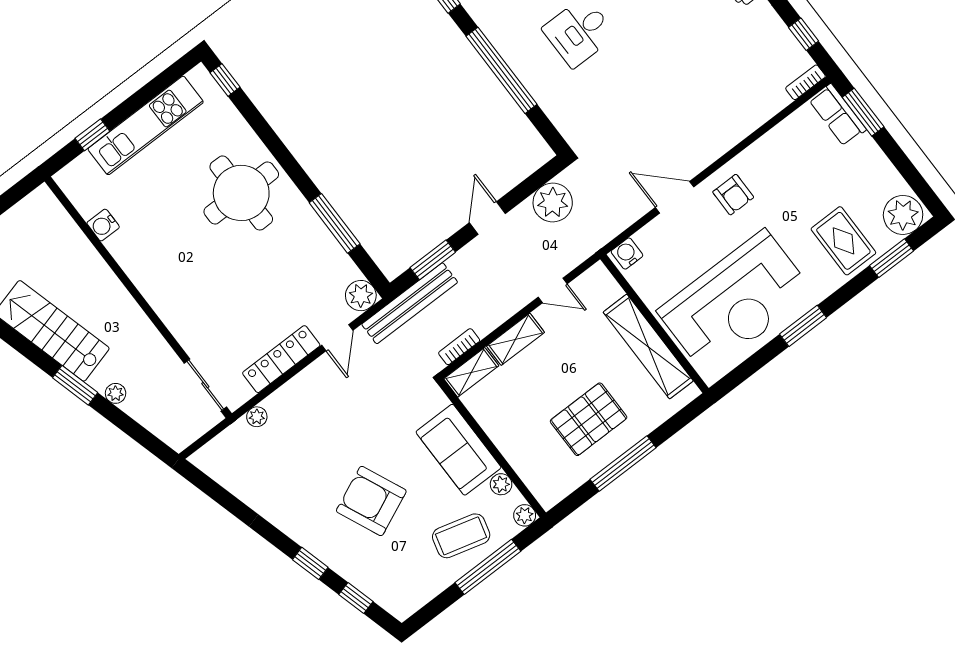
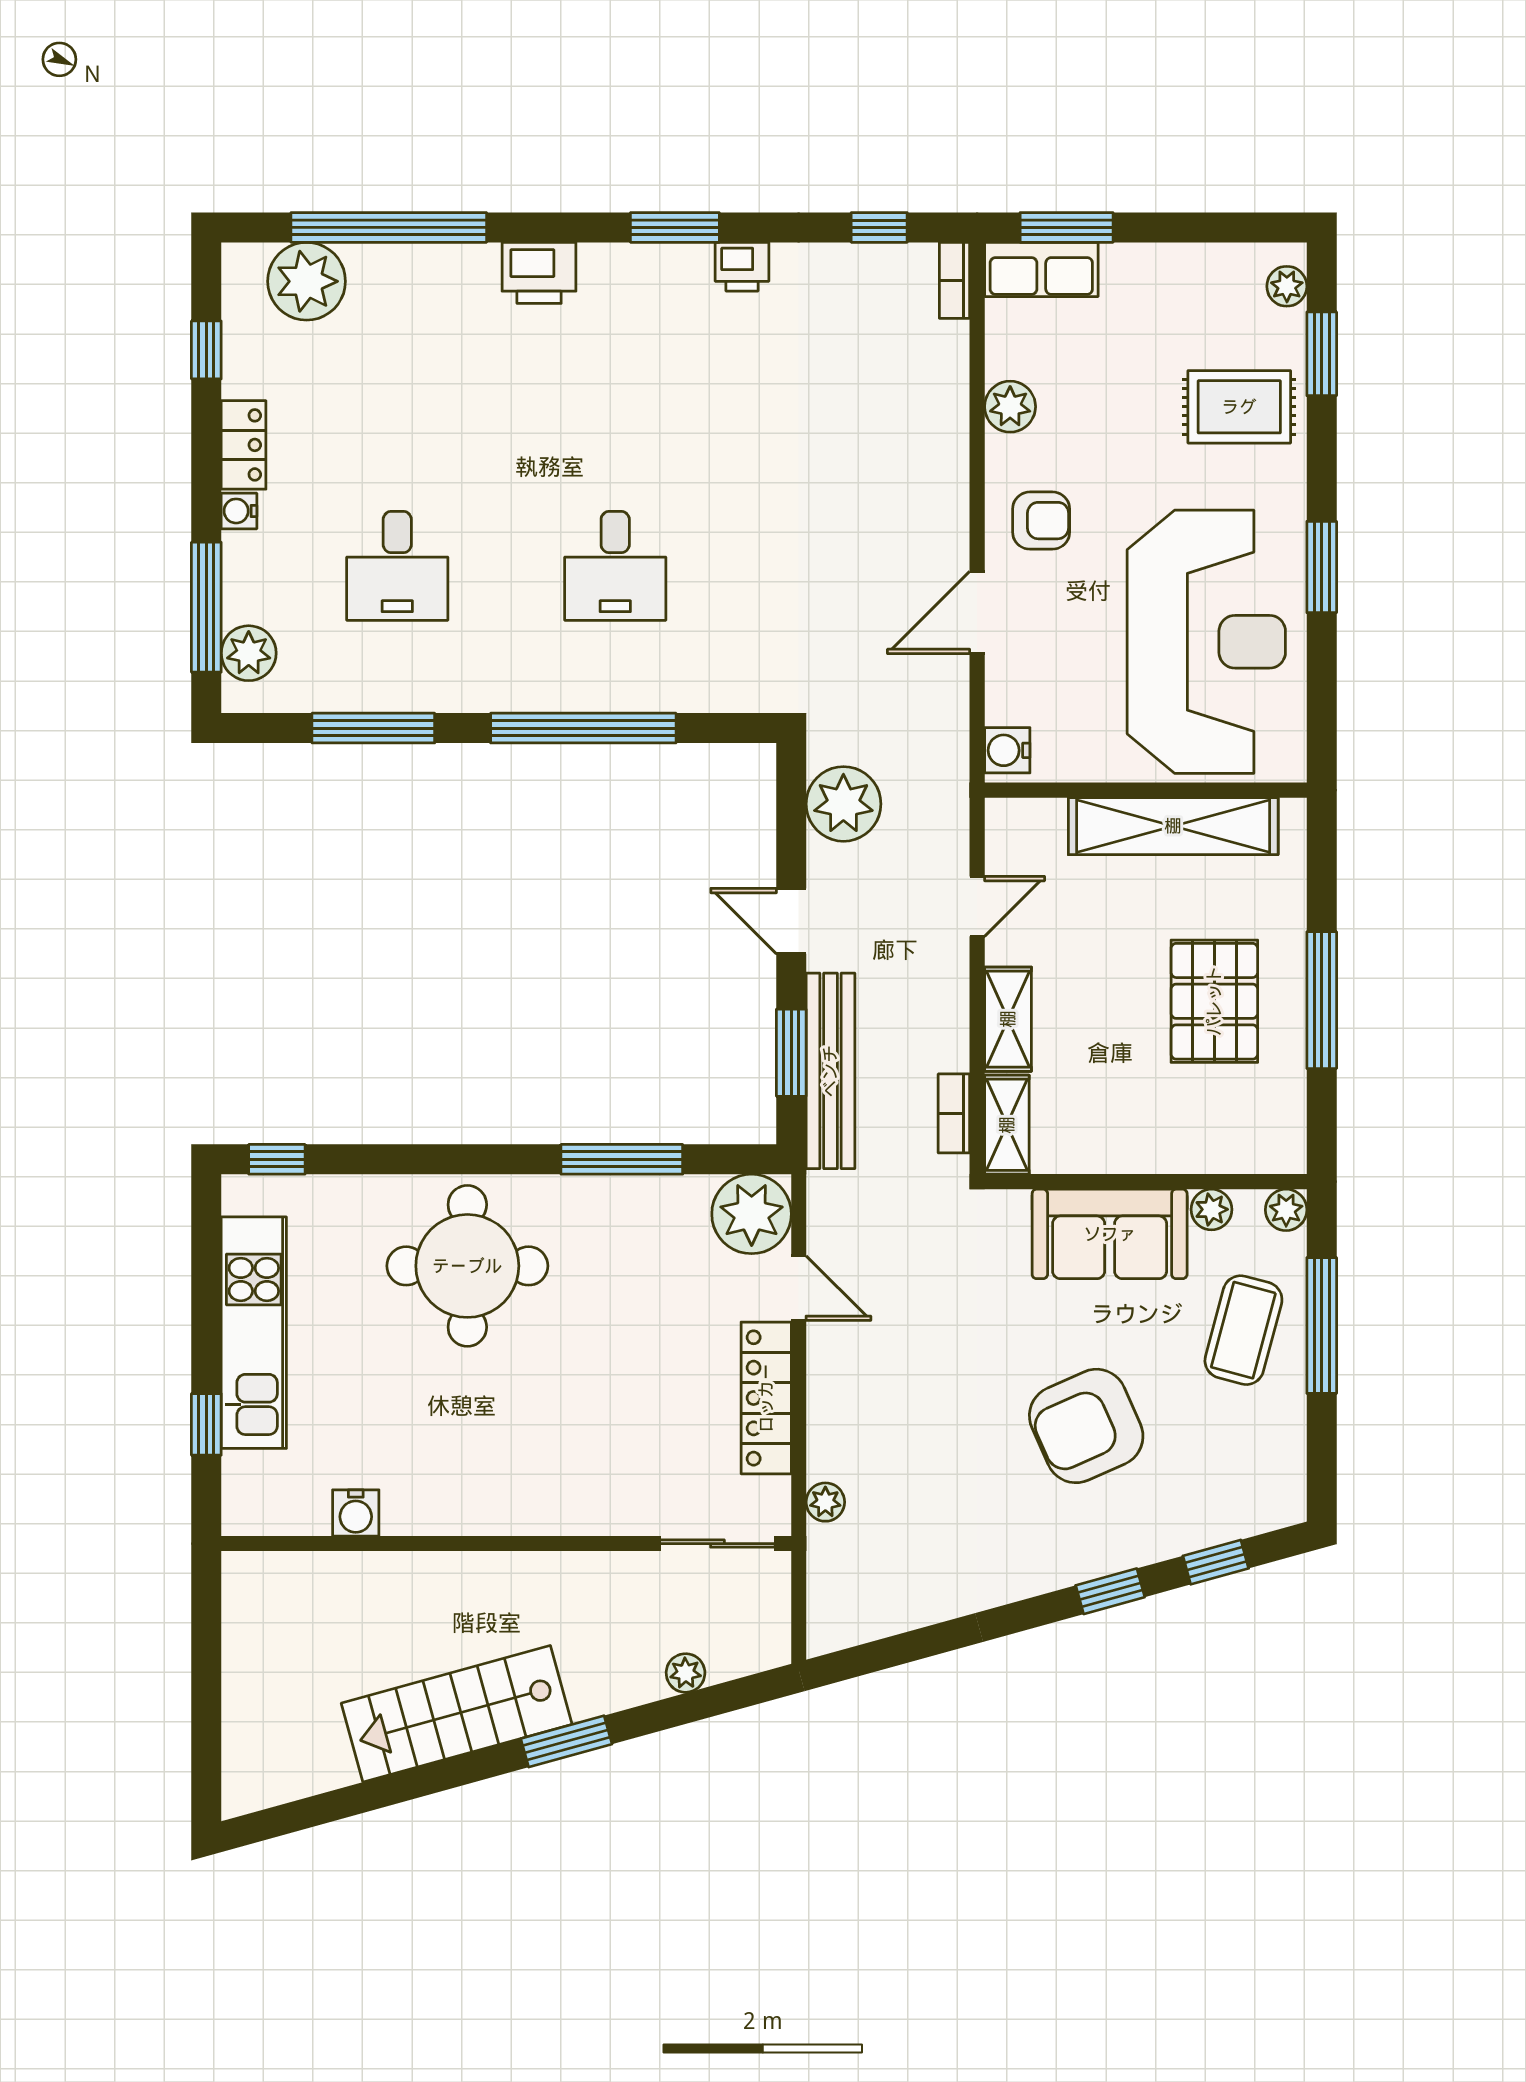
plant: (771, 145) -> (1010, 407), added
plant: (903, 215) -> (1287, 286), width x0.53, depth x0.53
plant: (361, 296) -> (752, 1214), width x1.36, depth x1.36
bench: (410, 303) -> (830, 1071), moved
plant: (116, 393) -> (686, 1673), moved

